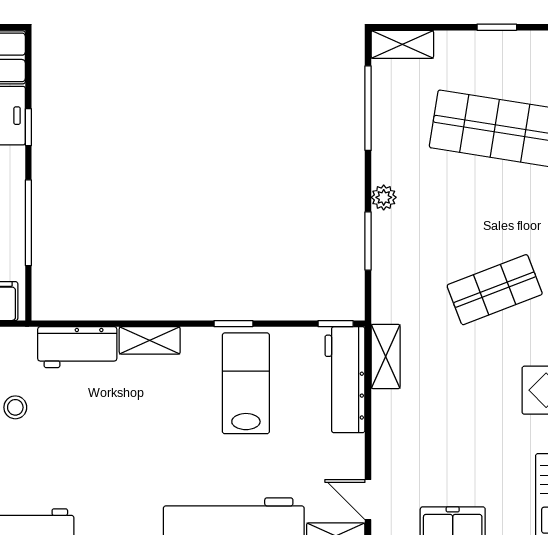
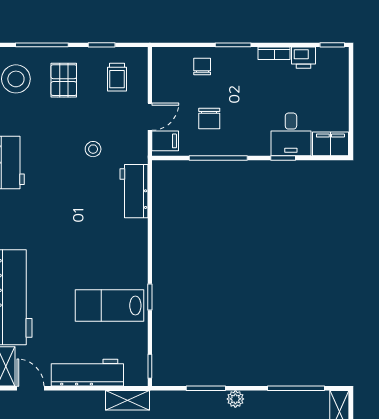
shelving: (150, 340) -> (138, 240), removed
workbench: (345, 380) -> (87, 373), moved
lab bench: (246, 383) -> (109, 305), turned 180
door: (368, 500) -> (31, 388), hinge flipped

